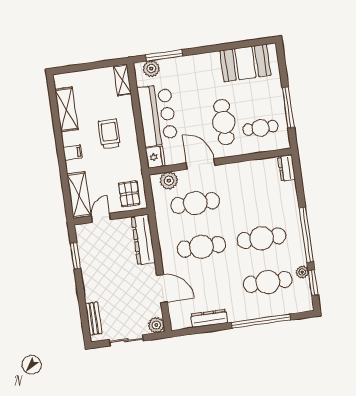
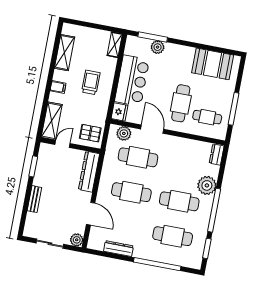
plant: (151, 69) -> (158, 47), moved
pallet: (129, 194) -> (90, 133), turned 90
plant: (302, 272) -> (207, 185), moved, width x1.88, depth x1.88
bench: (94, 319) -> (34, 199), moved

